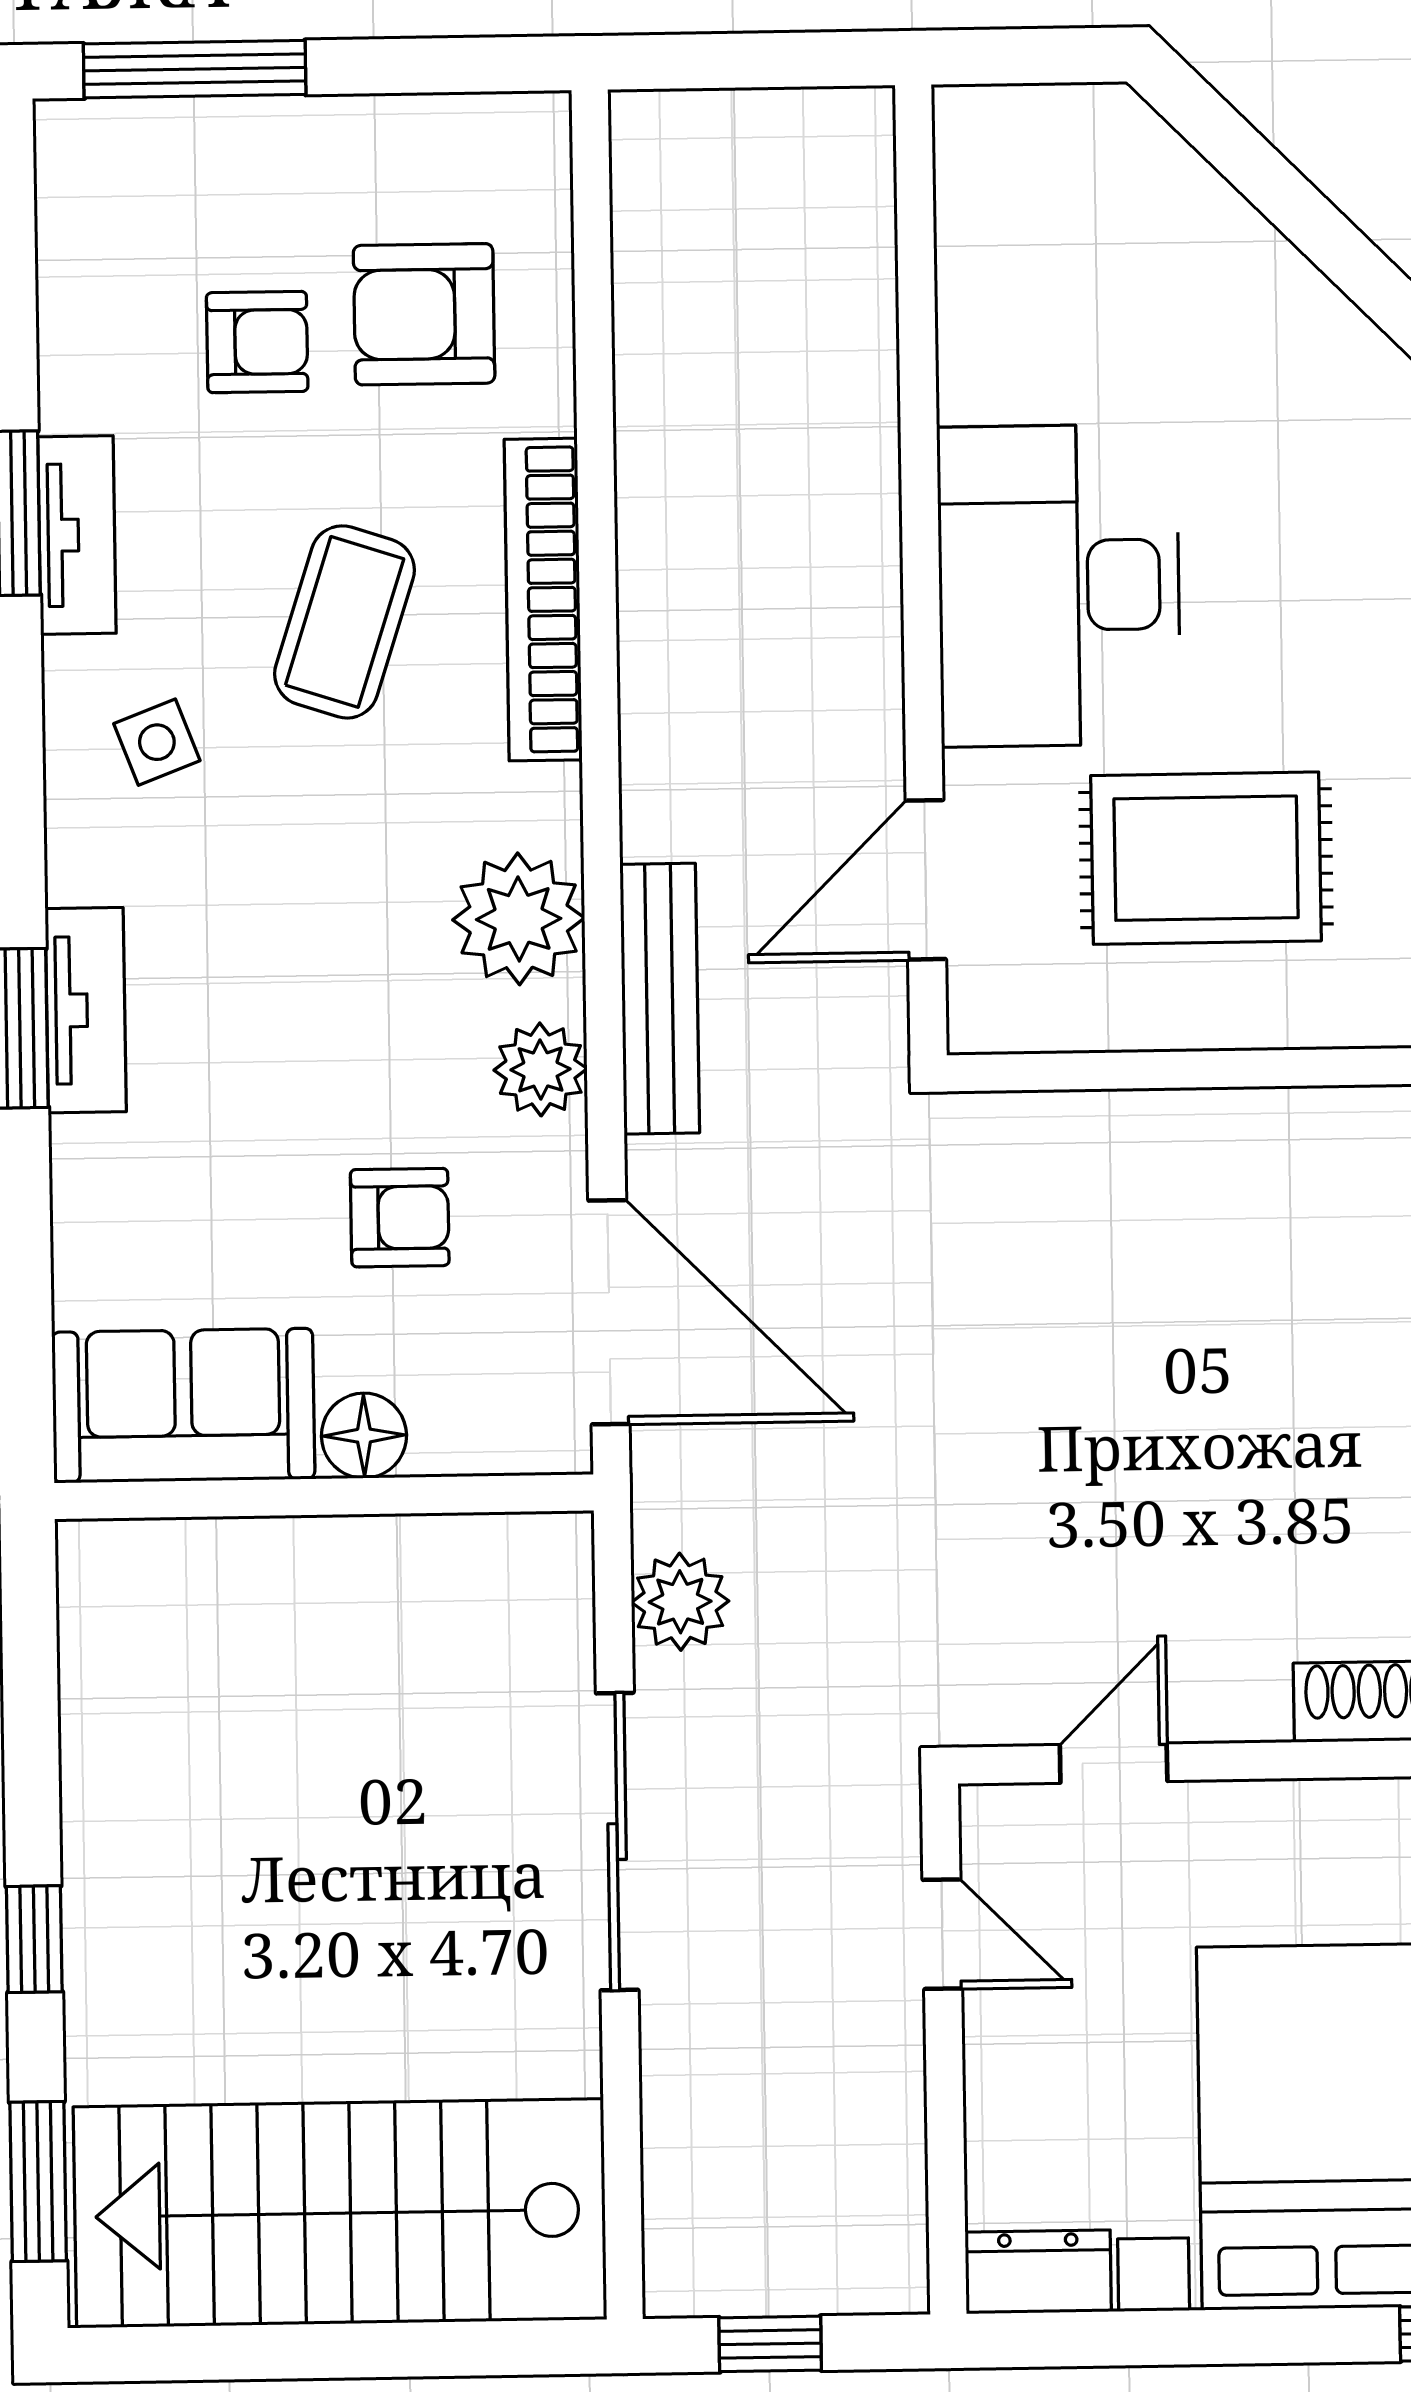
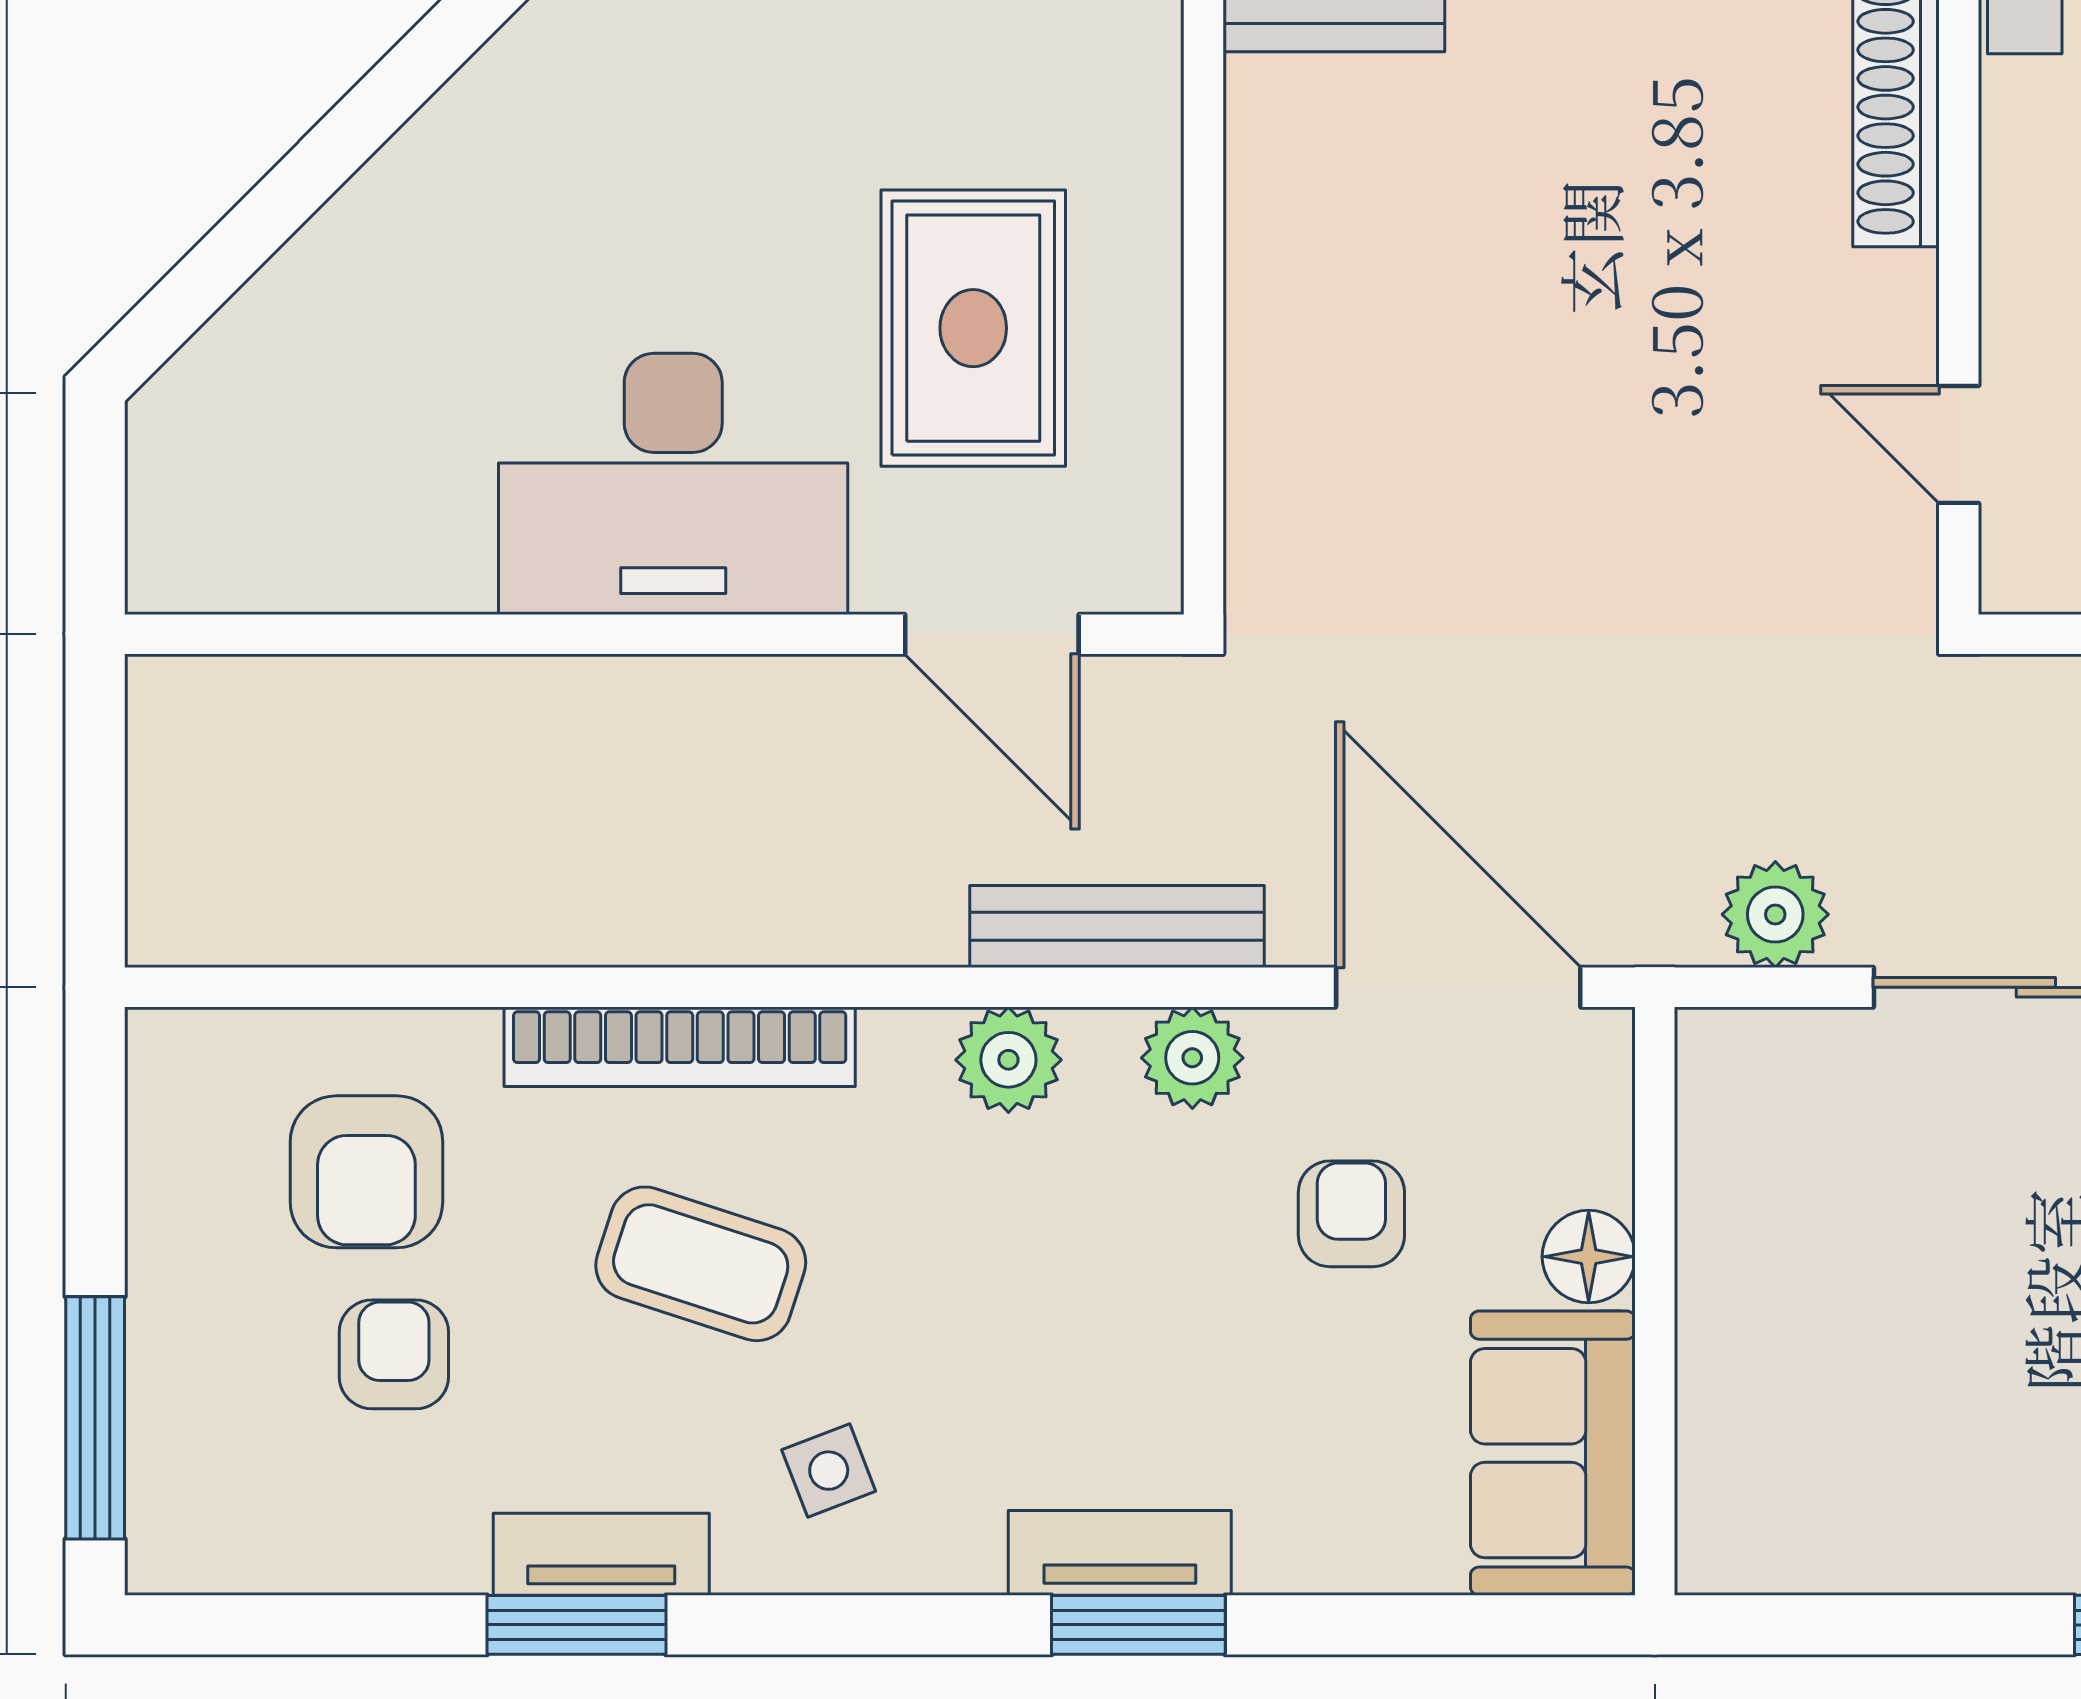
plant: (519, 919) -> (1008, 1060), width x0.73, depth x0.73
door: (609, 1312) -> (1458, 987), hinge flipped

